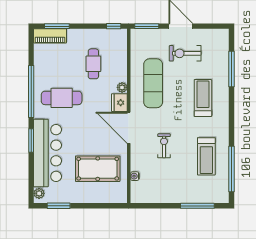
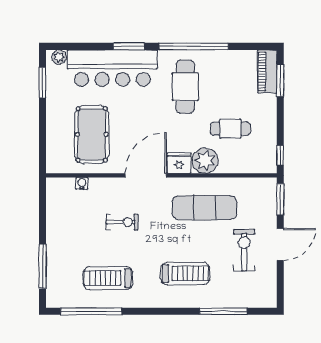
plant: (122, 87) -> (205, 161), width x1.88, depth x1.88

